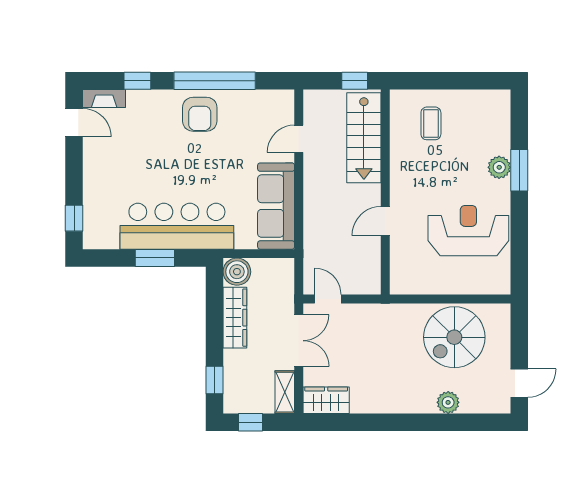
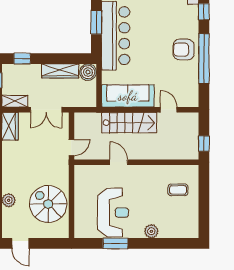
stairs: (364, 138) -> (129, 123), moved, turned 180
window: (519, 170) -> (115, 243), moved
door: (328, 299) -> (71, 148), moved

